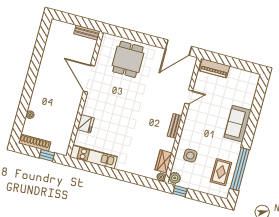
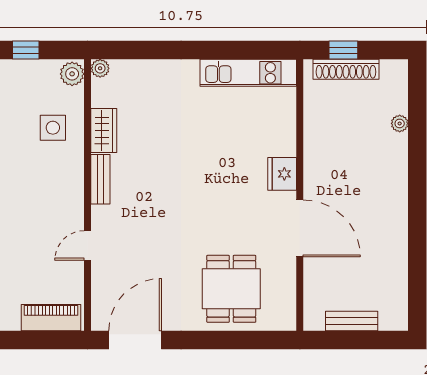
bench: (87, 33) -> (352, 321), moved
fridge: (86, 124) -> (282, 174), moved
shoe rack: (35, 143) -> (346, 69), moved
wardrobe: (164, 161) -> (104, 130), moved
window: (180, 191) -> (26, 50), moved

